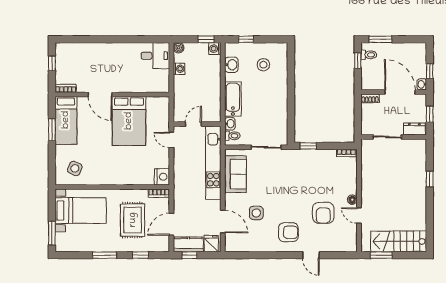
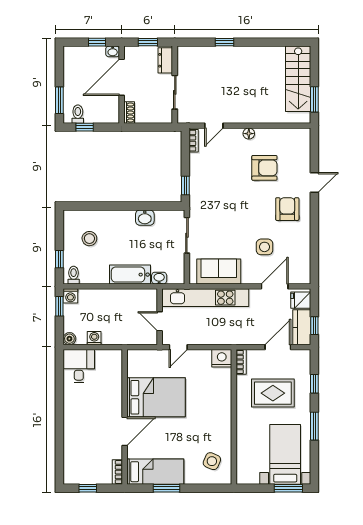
washbasin: (231, 65) -> (145, 218), moved, turned 180
toilet: (232, 136) -> (74, 275), moved
bed with nightstands: (81, 210) -> (285, 454), moved
door: (359, 216) -> (214, 126), moved
door: (171, 224) -> (278, 347), swing flipped

